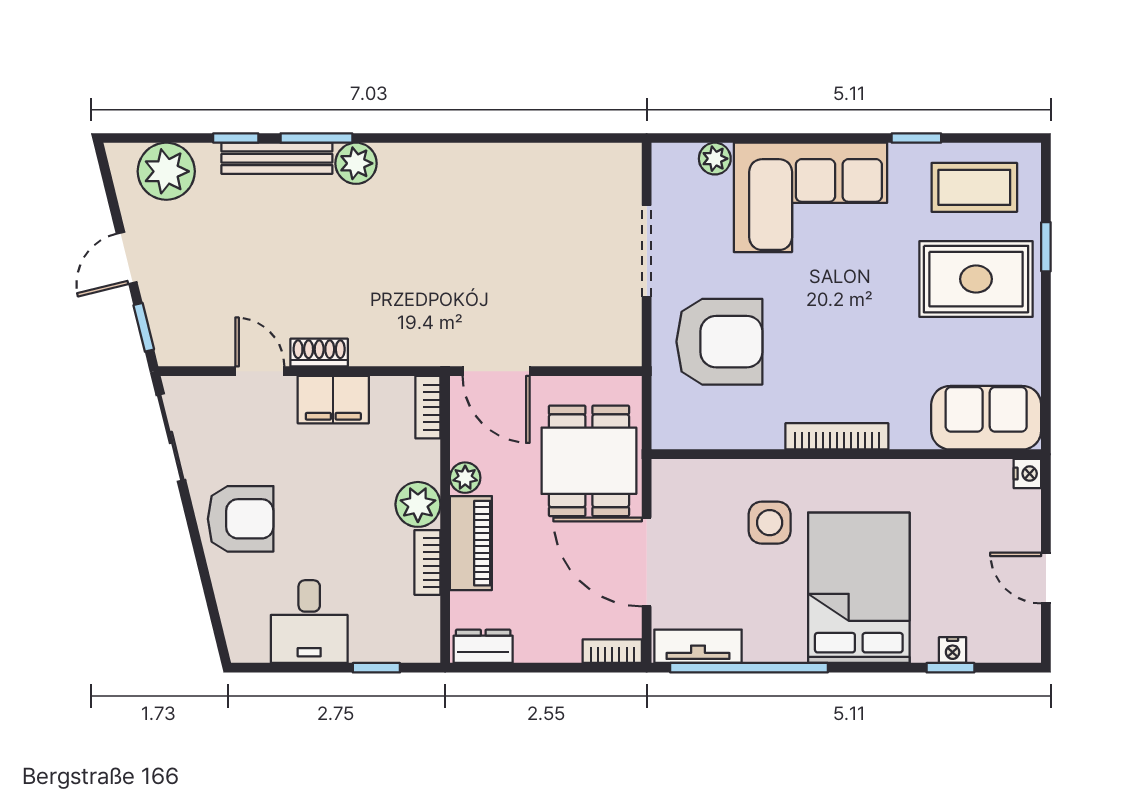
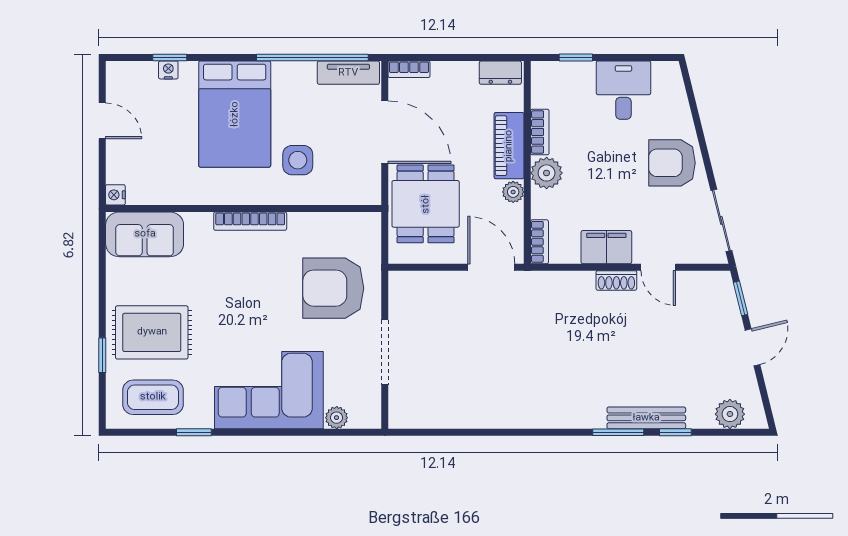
plant: (356, 163) -> (590, 414), removed
plant: (166, 171) -> (730, 414), width x0.73, depth x0.73

